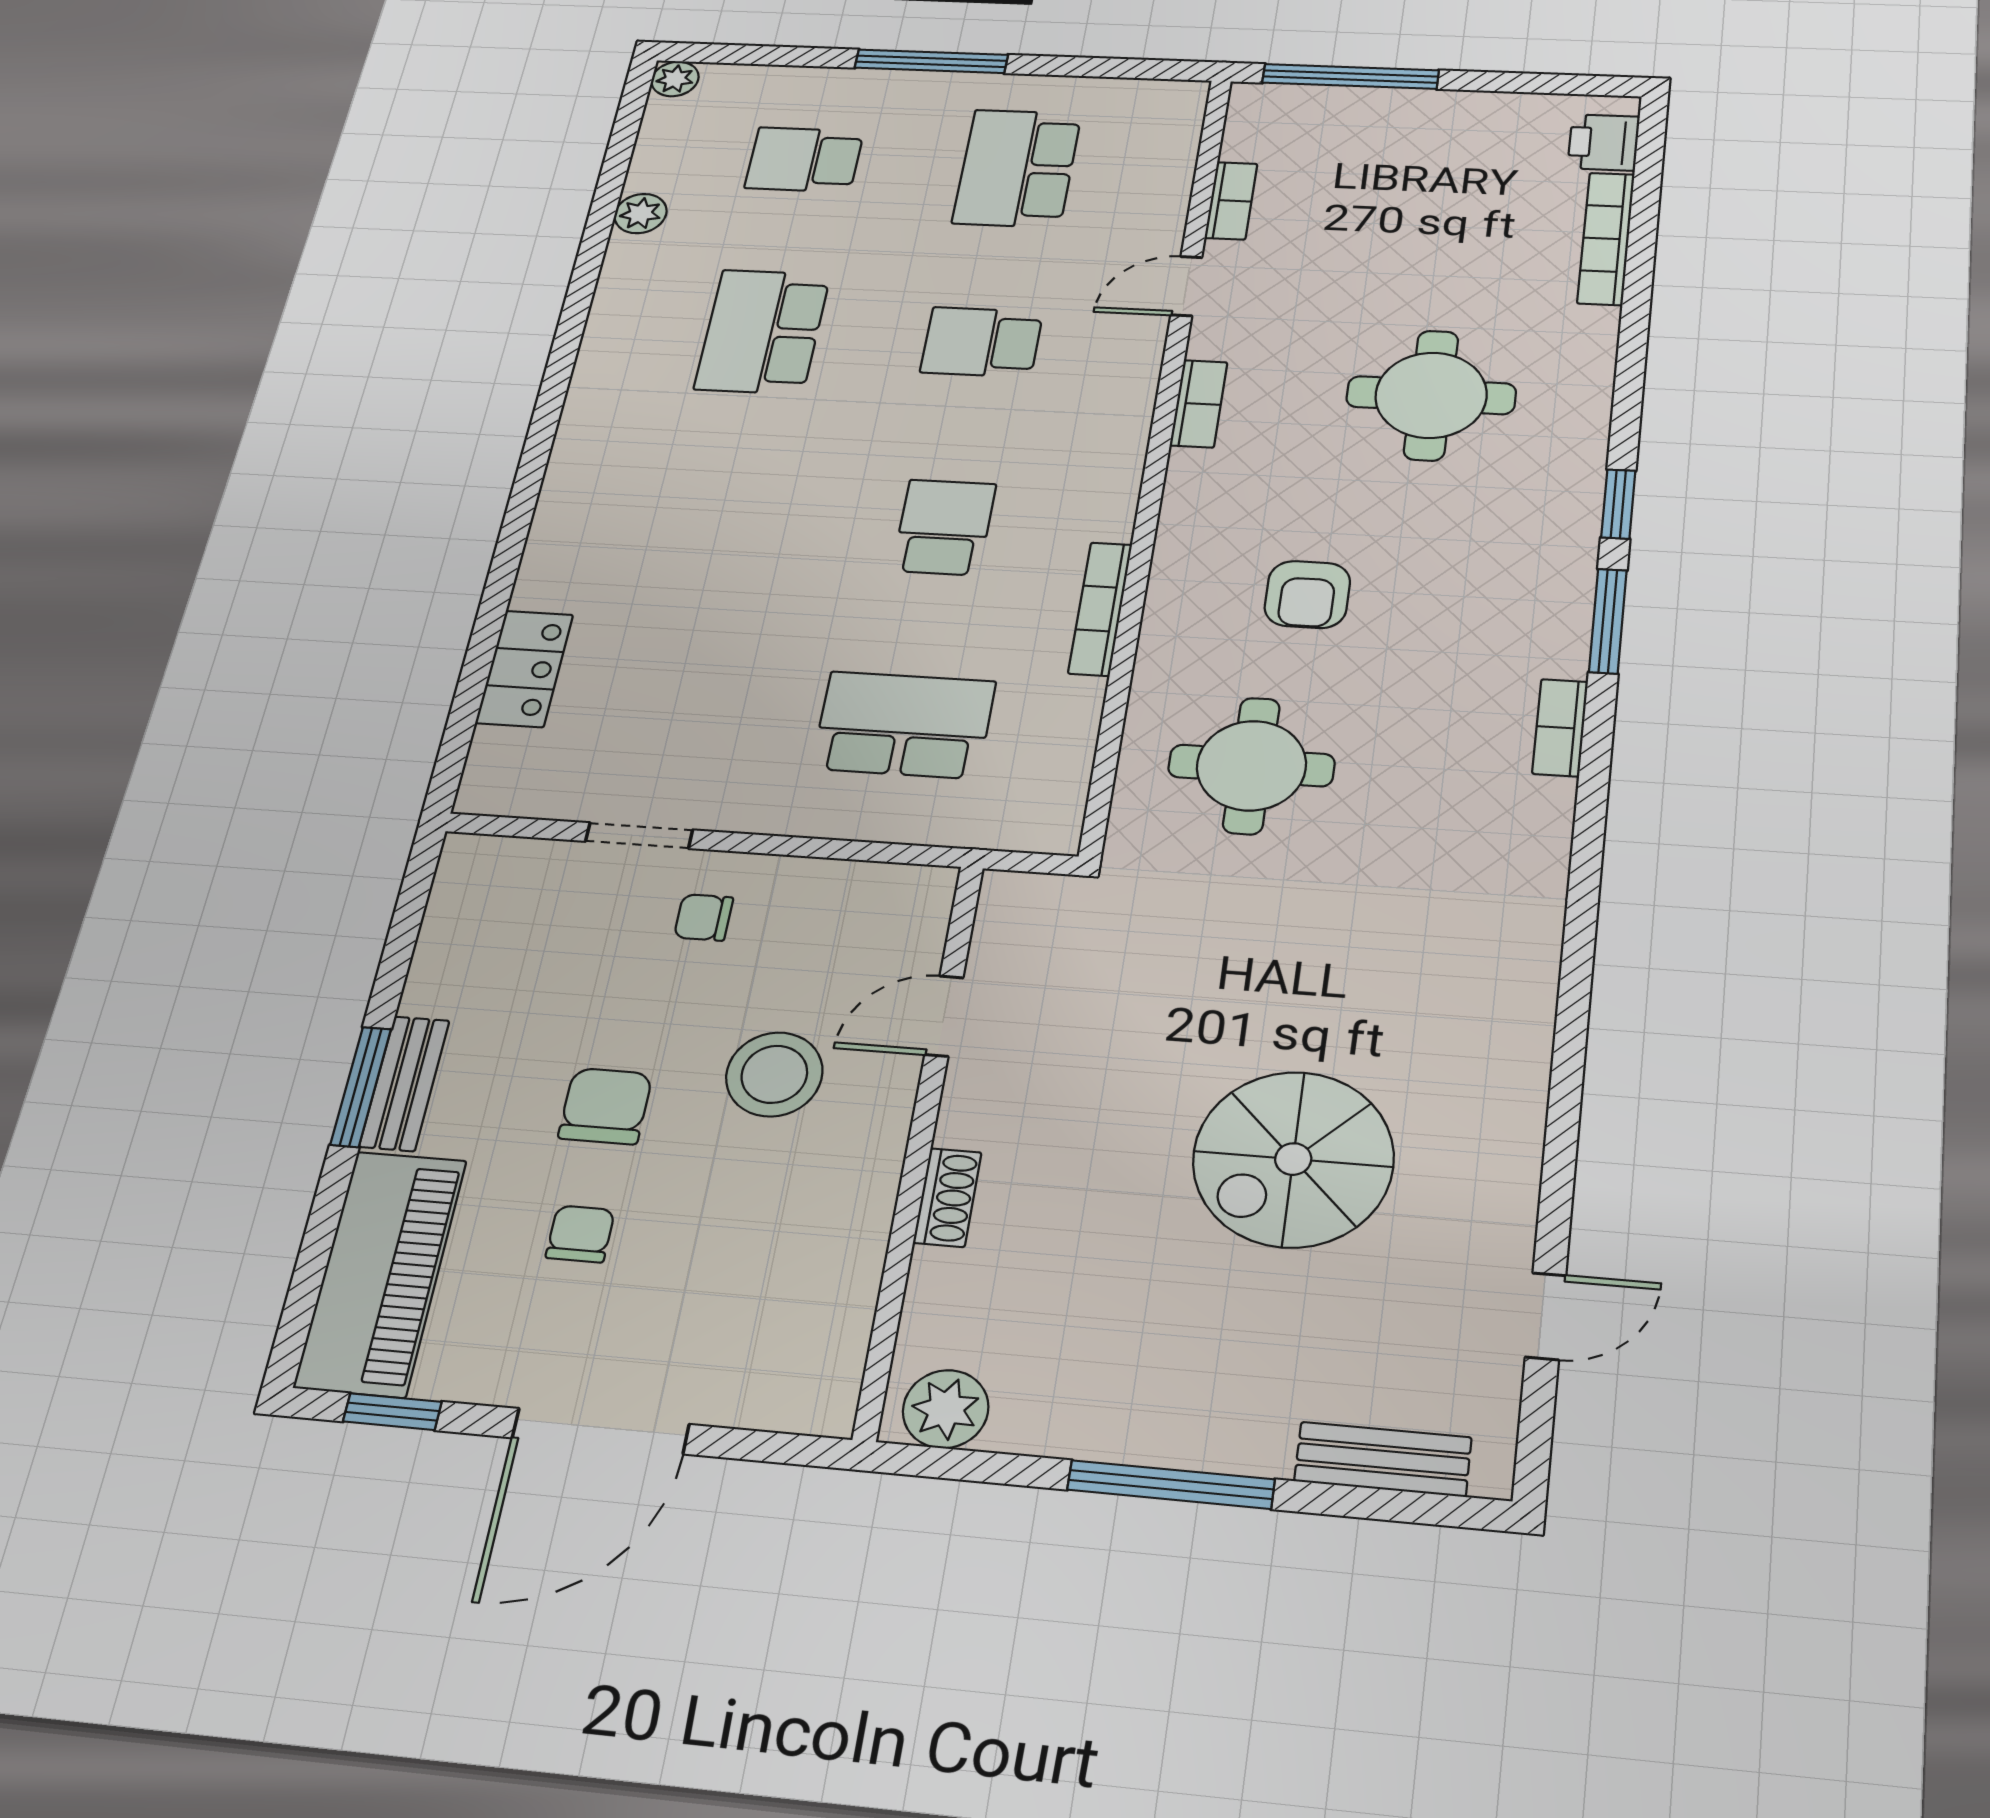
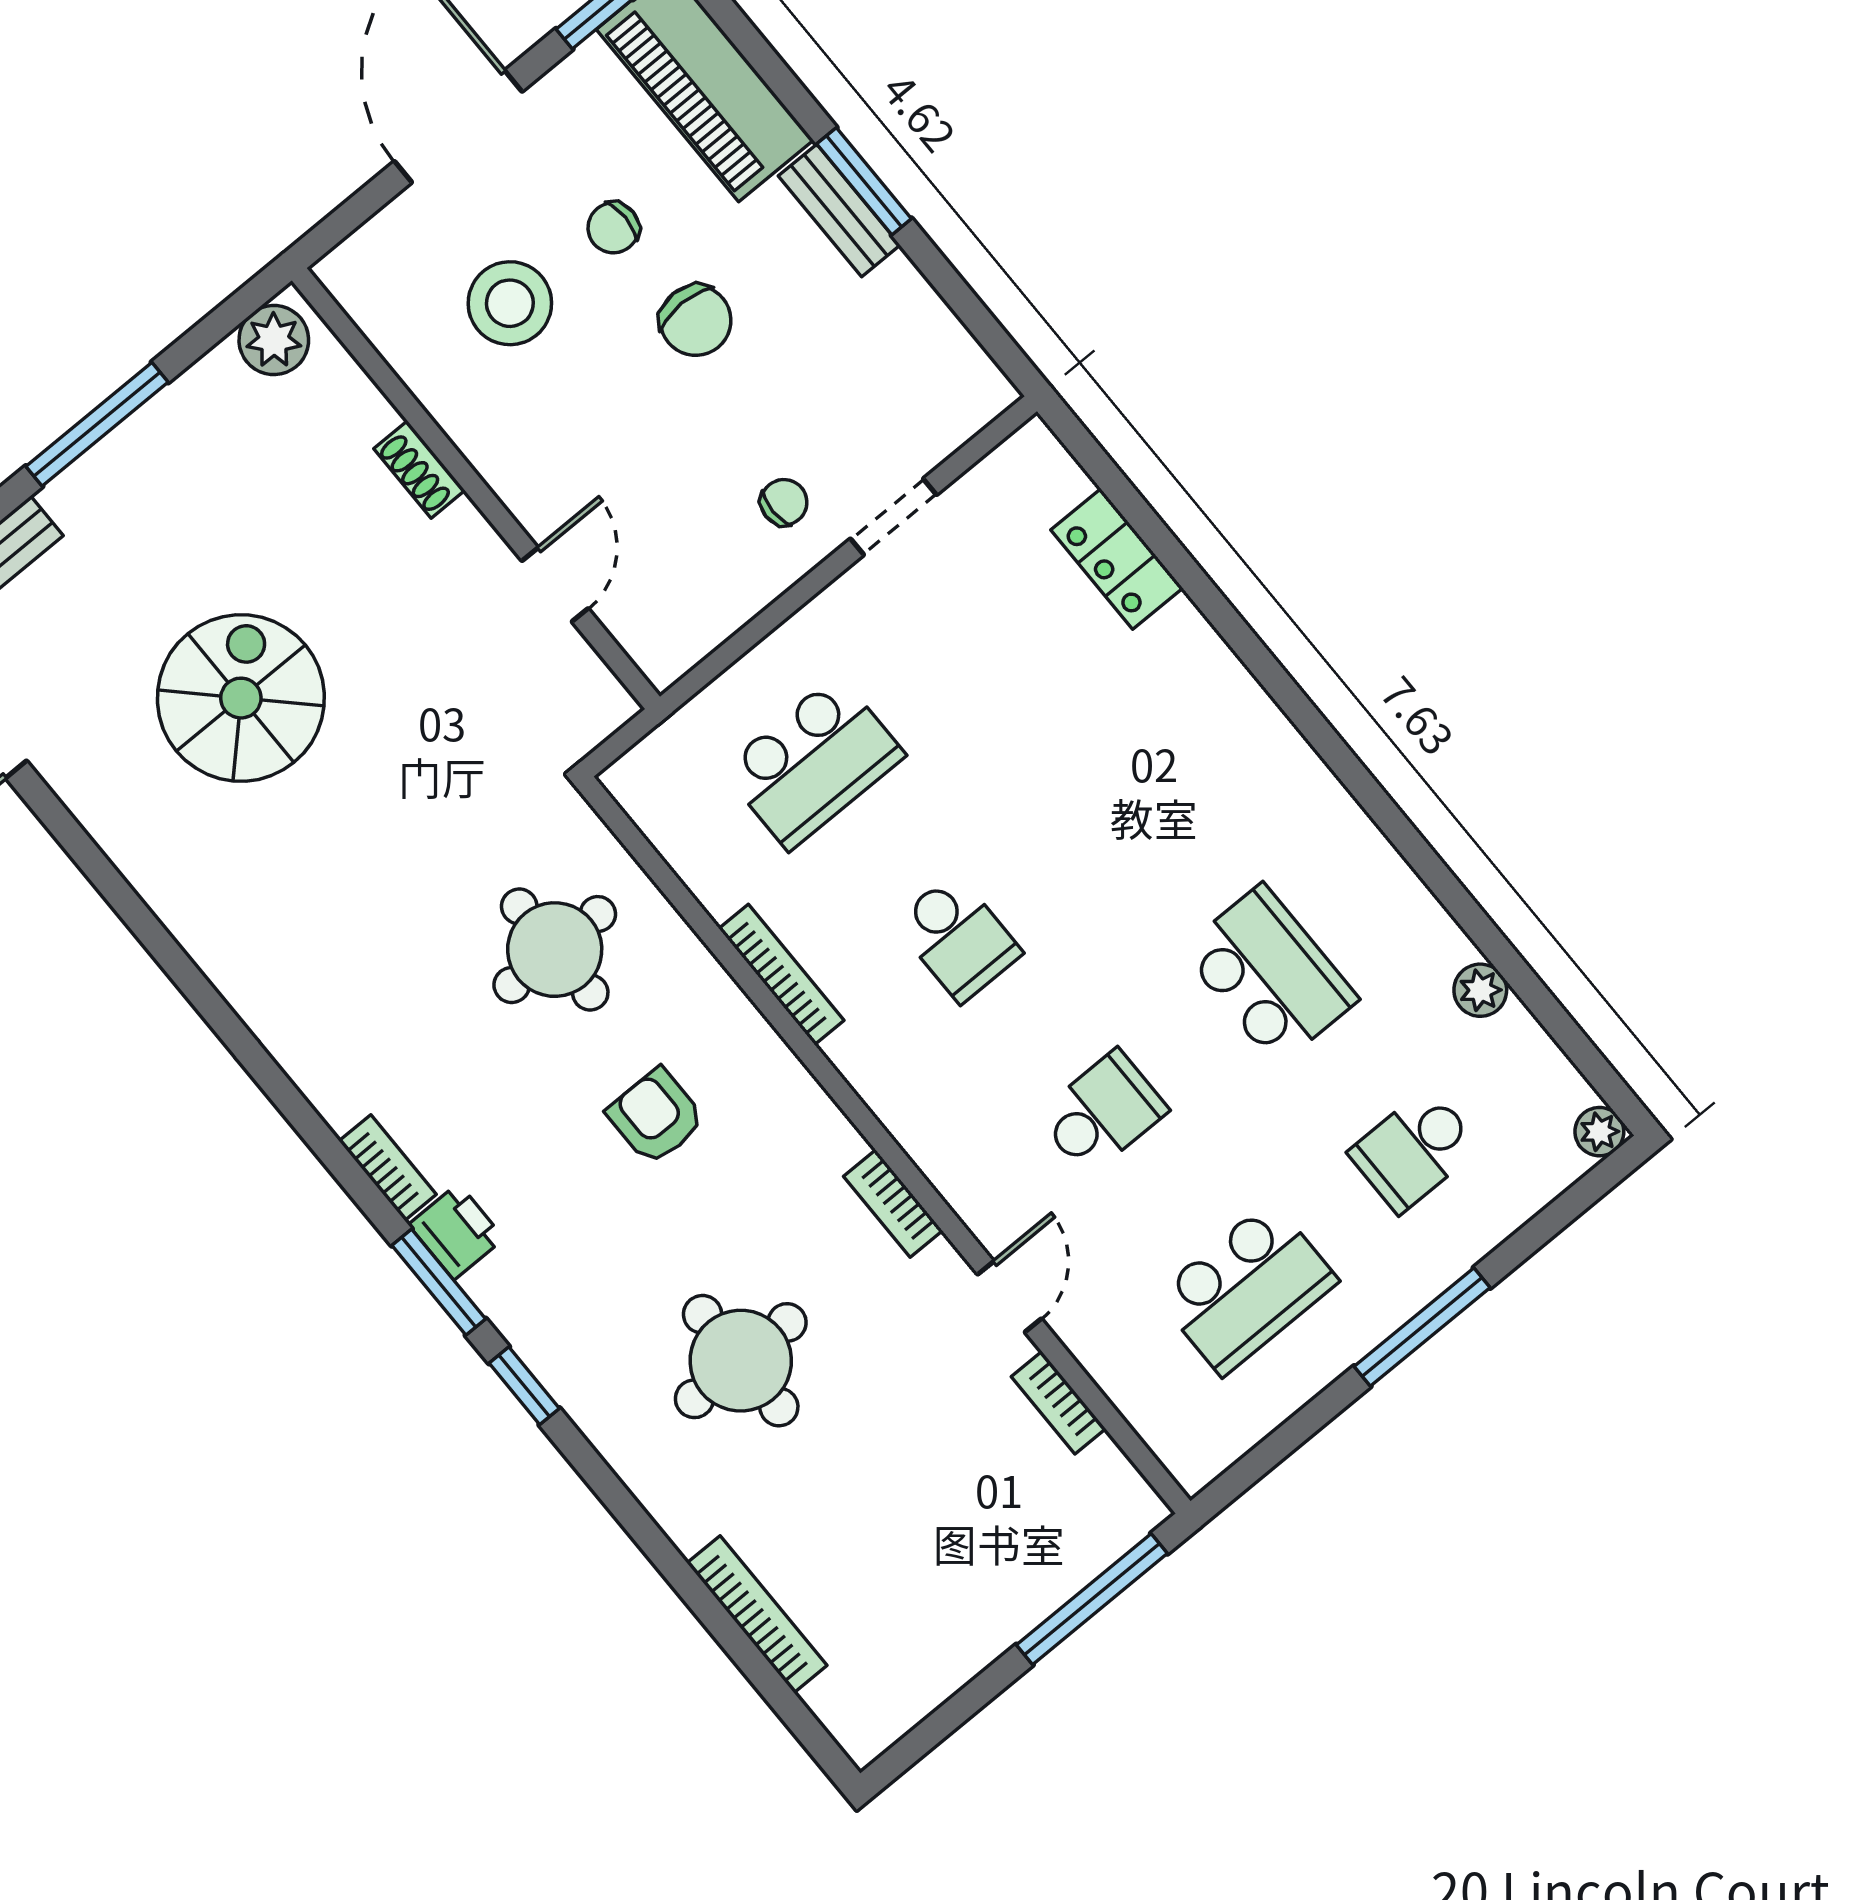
printer: (1603, 142) -> (456, 1232), moved
school desk: (804, 160) -> (1414, 1150), turned 180
school desk: (1017, 168) -> (1247, 1288), turned 90
stool: (774, 1074) -> (510, 303), moved
chair: (580, 1234) -> (613, 228), turned 90

